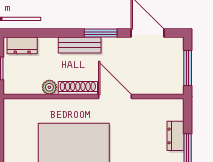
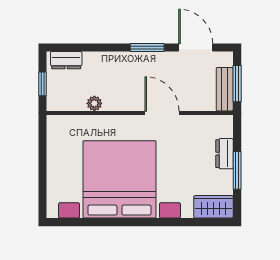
bench: (80, 45) -> (225, 89), moved, turned 90
shoe rack: (78, 88) -> (124, 104), removed

